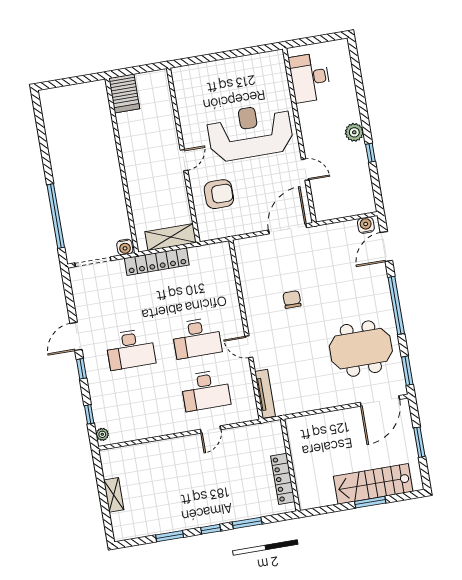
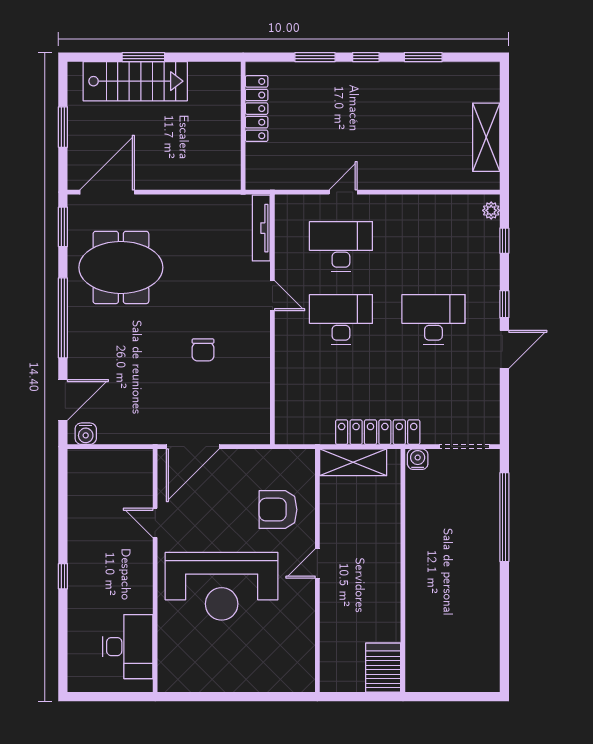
plant: (354, 132) -> (80, 562), removed
window: (370, 153) -> (63, 576), moved
shelving: (114, 495) -> (486, 137), width x1.50, depth x1.33

